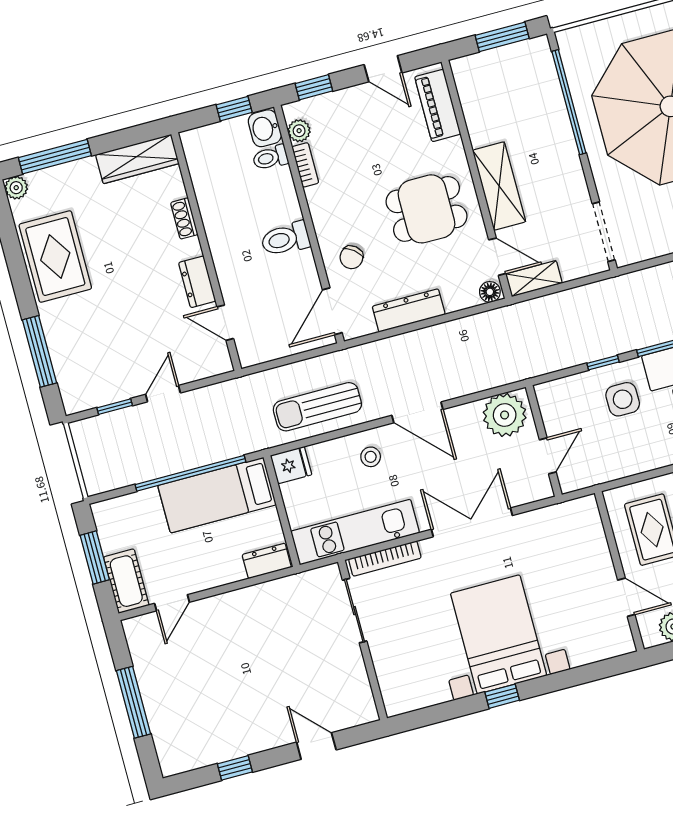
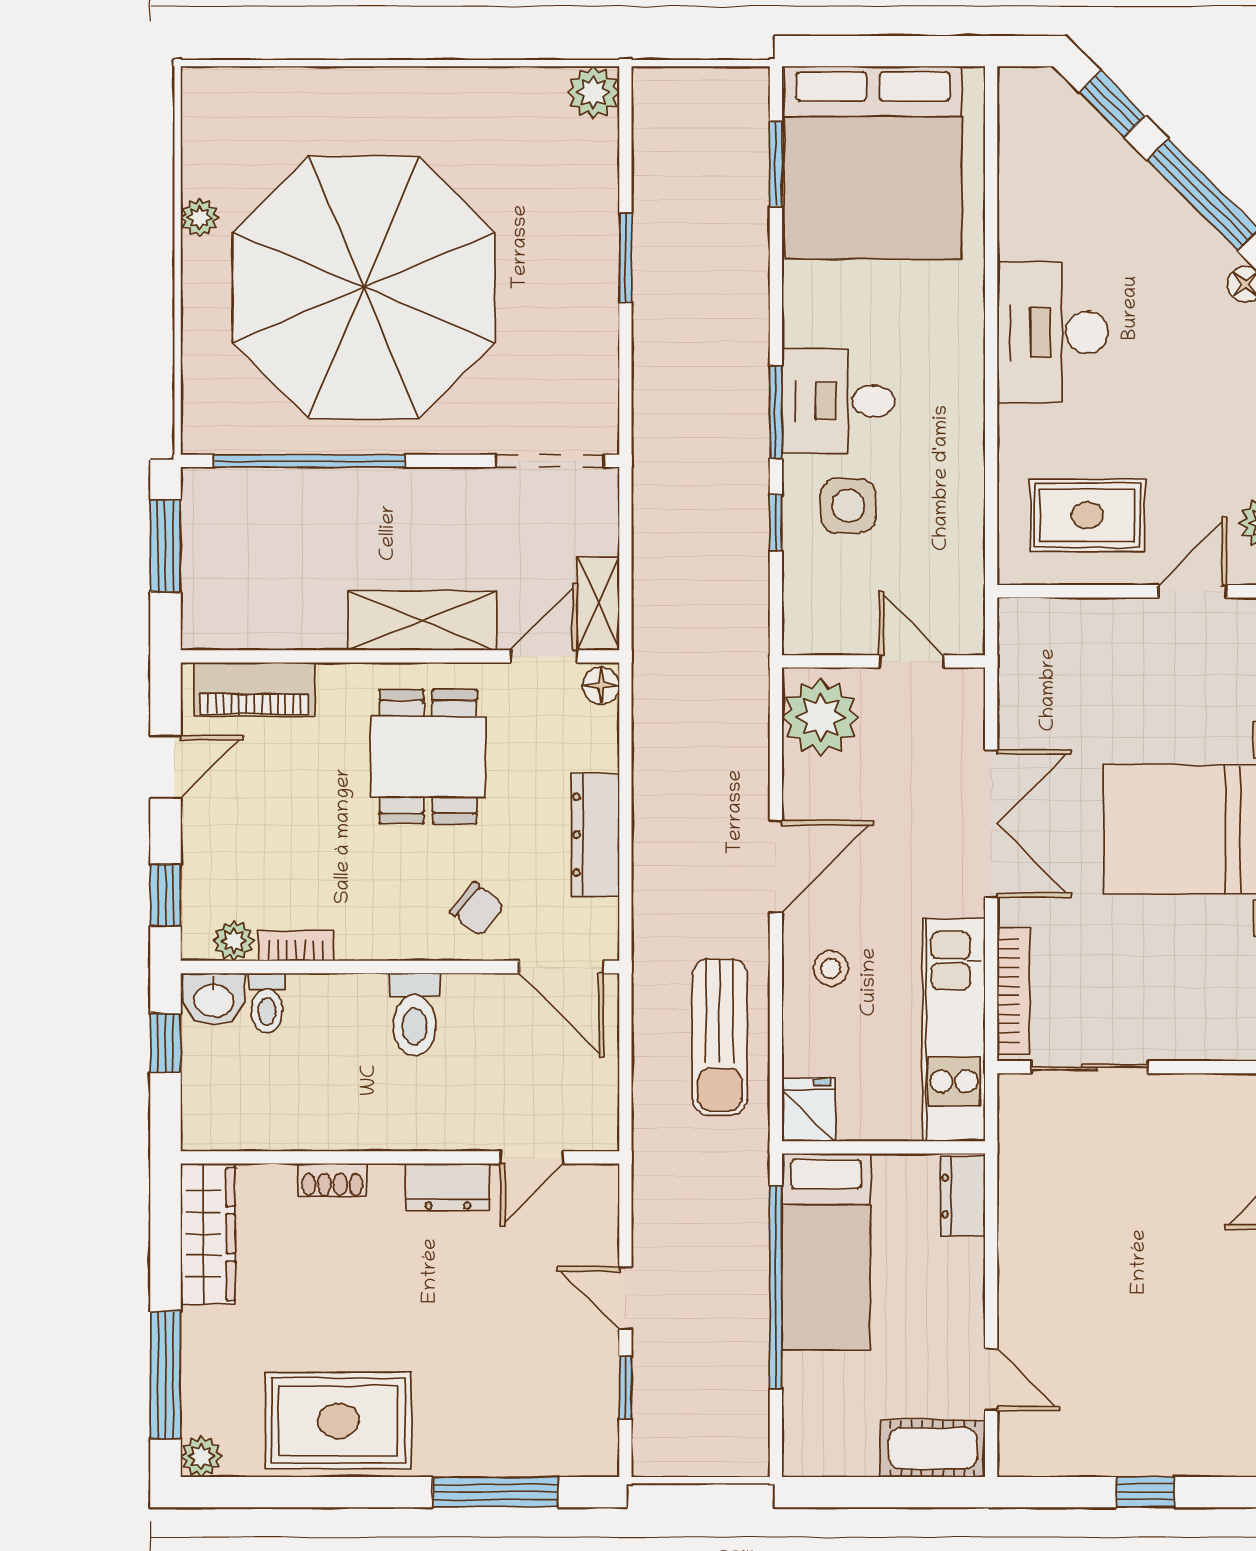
double door: (472, 522) -> (991, 824), swing flipped
window: (95, 558) -> (877, 1492), removed
window: (133, 702) -> (1145, 1492), width x0.46

